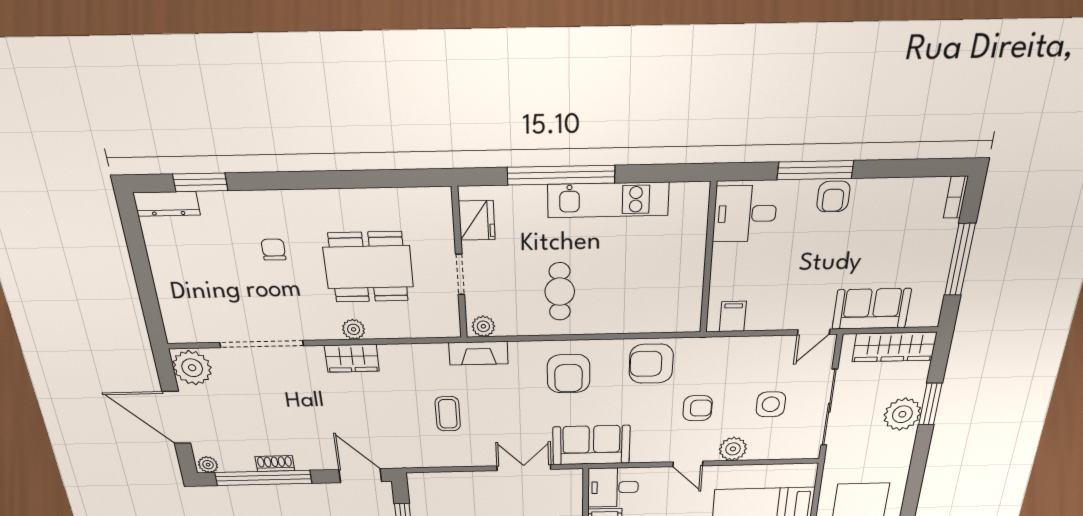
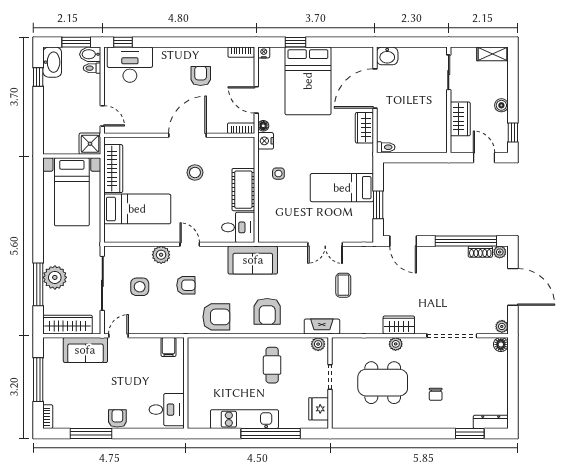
window: (815, 170) -> (91, 433), moved
floor lamp: (177, 332) -> (501, 344), added
plant: (192, 368) -> (502, 326), width x0.53, depth x0.53
armchair: (569, 374) -> (267, 311), turned 180
window: (930, 404) -> (38, 284), width x1.44
armchair: (698, 408) -> (186, 285), turned 180
shoe rack: (275, 464) -> (480, 252), moved
double door: (524, 468) -> (325, 244), moved

